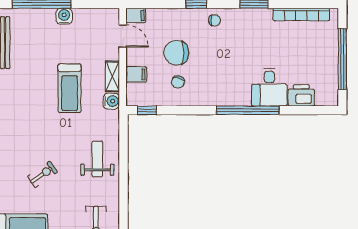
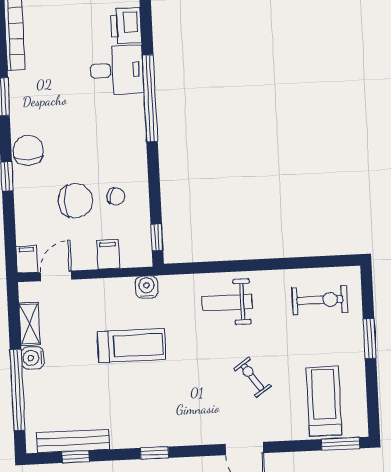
chair: (214, 20) -> (28, 150), width x1.87, depth x1.87
chair: (176, 53) -> (76, 201), turned -90
shelving: (112, 76) -> (29, 324), moved, turned 90

